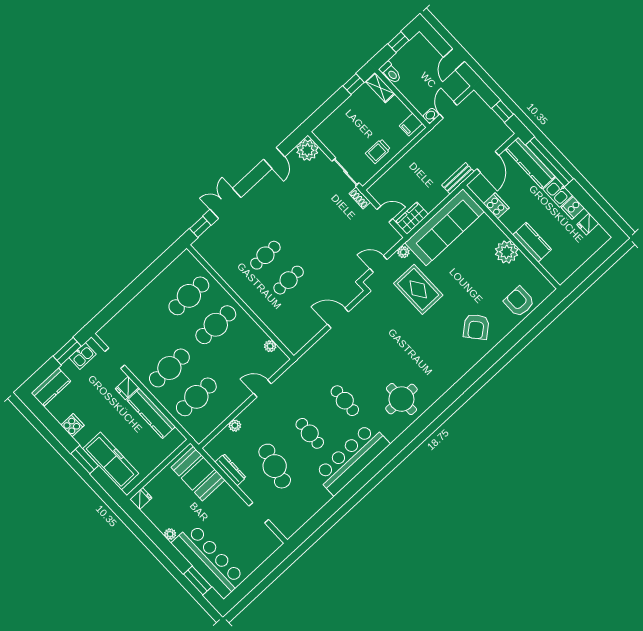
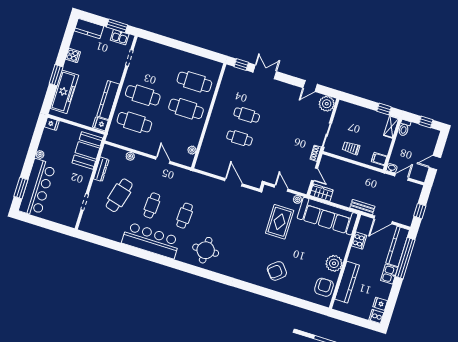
cooker: (573, 208) -> (376, 316), moved
kitchen counter: (532, 242) -> (347, 282), width x1.50
armchair: (519, 302) -> (324, 287), moved
fridge: (127, 388) -> (100, 124), moved

